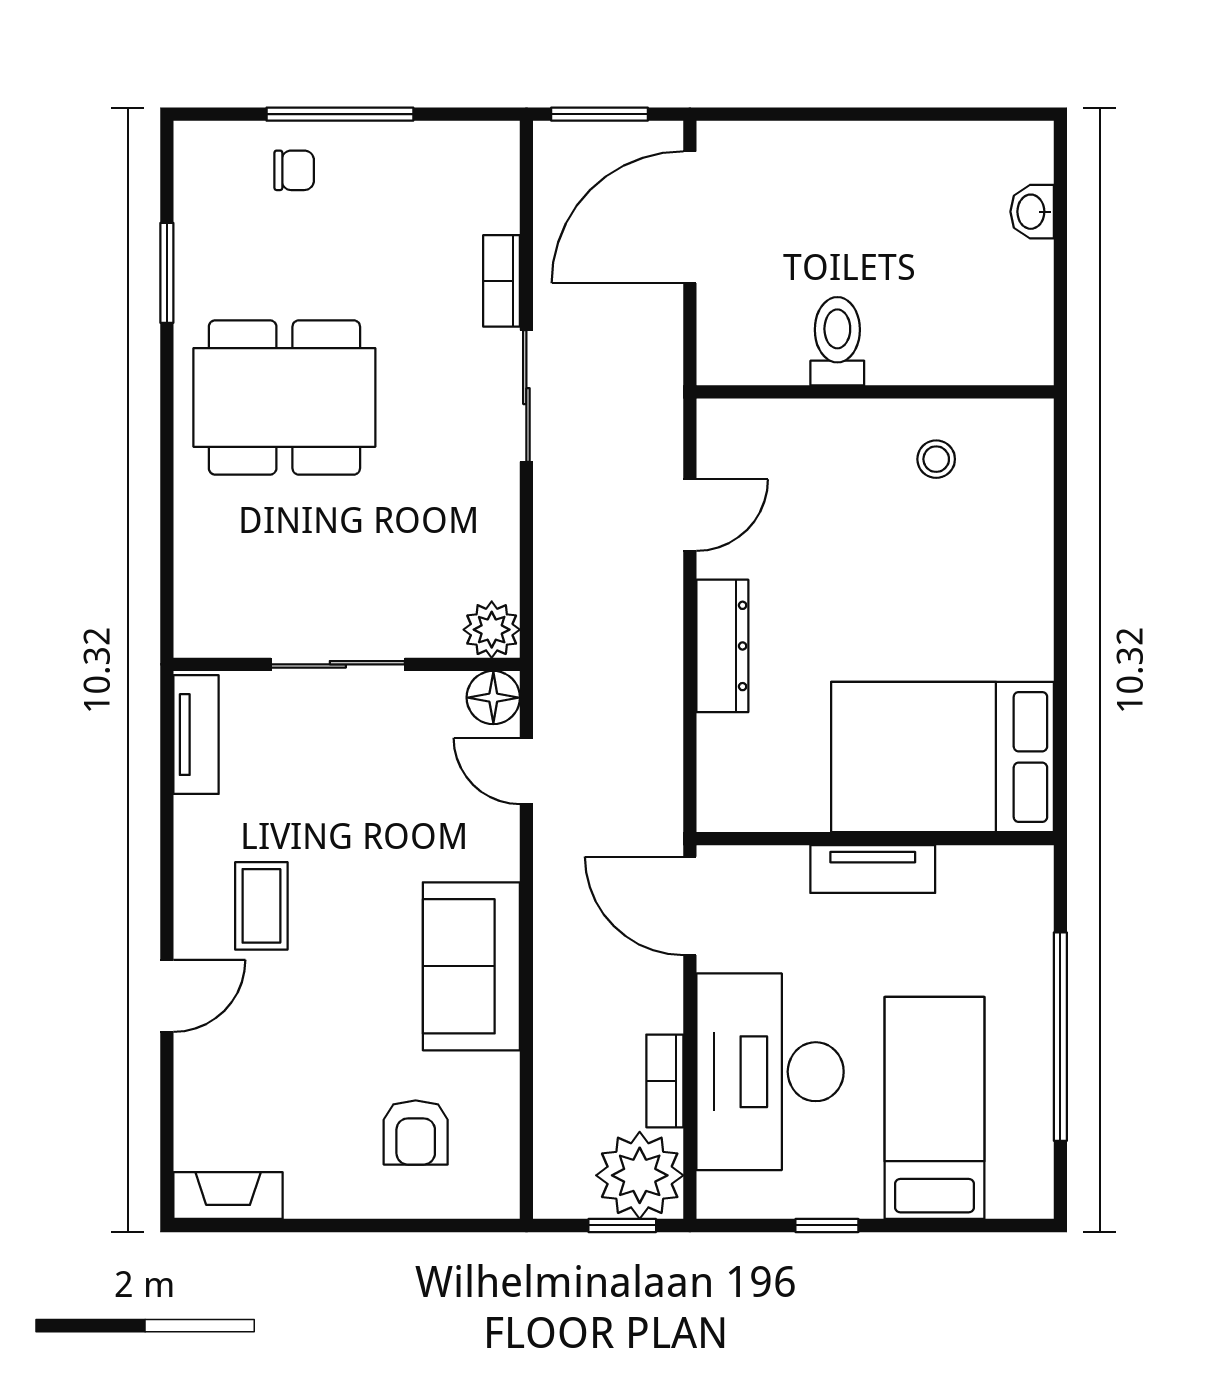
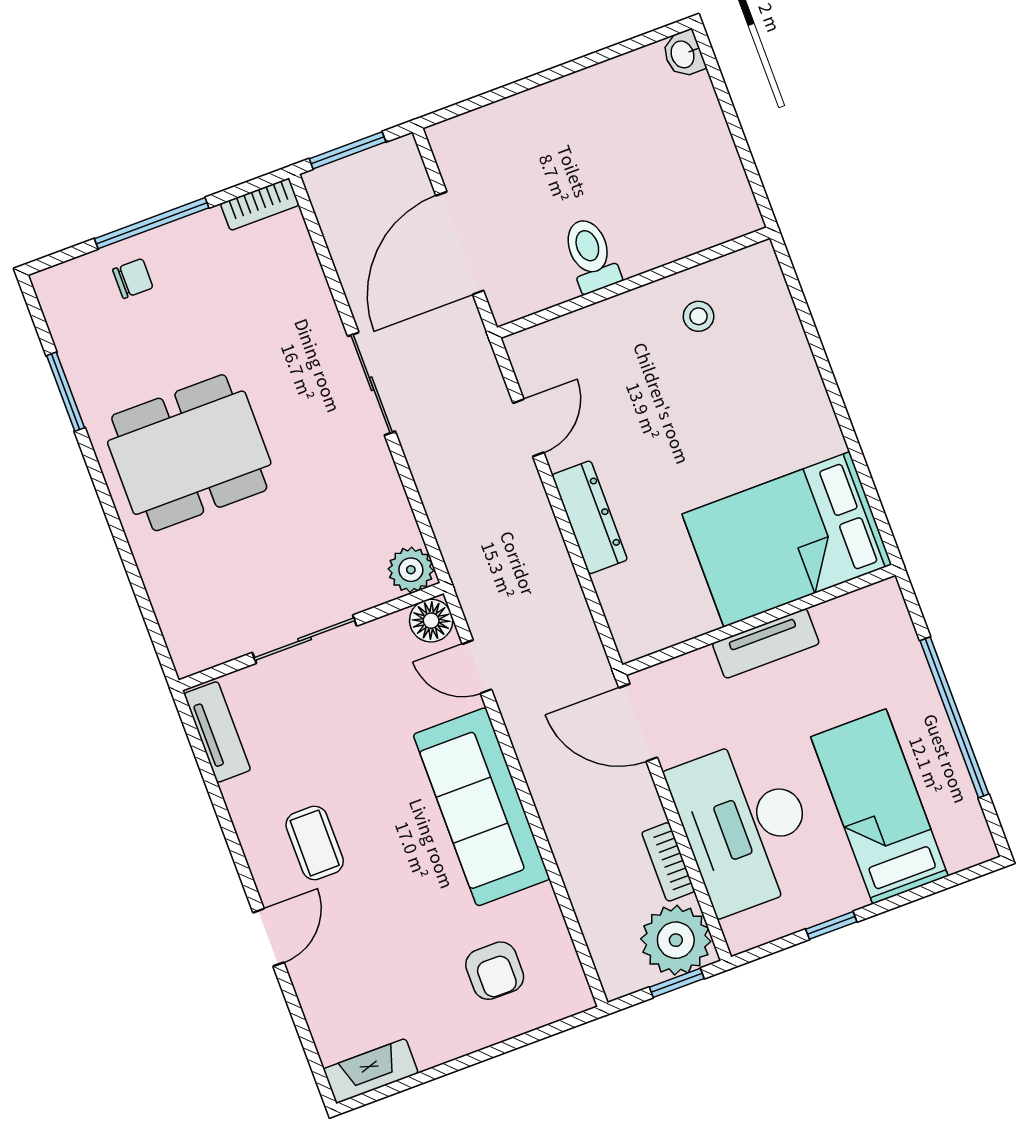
washbasin: (1032, 212) -> (683, 54), moved
door: (690, 217) -> (460, 243), moved
bookcase: (502, 281) -> (260, 204), moved, turned -90
sofa: (471, 966) -> (482, 807), width x1.36

